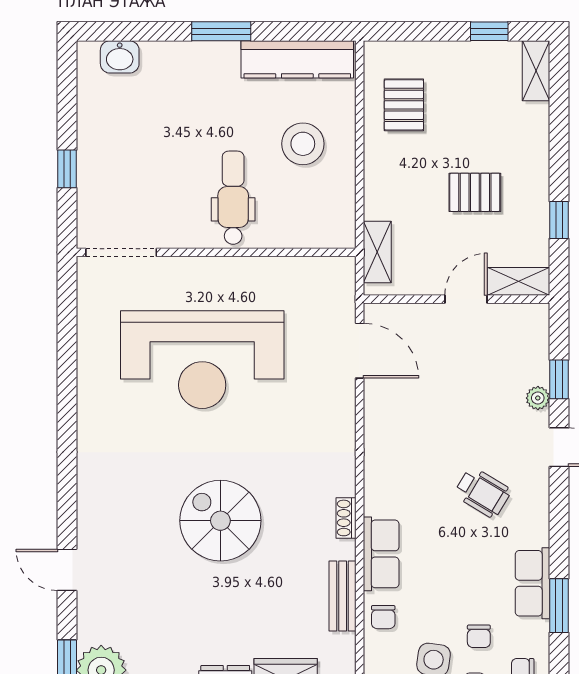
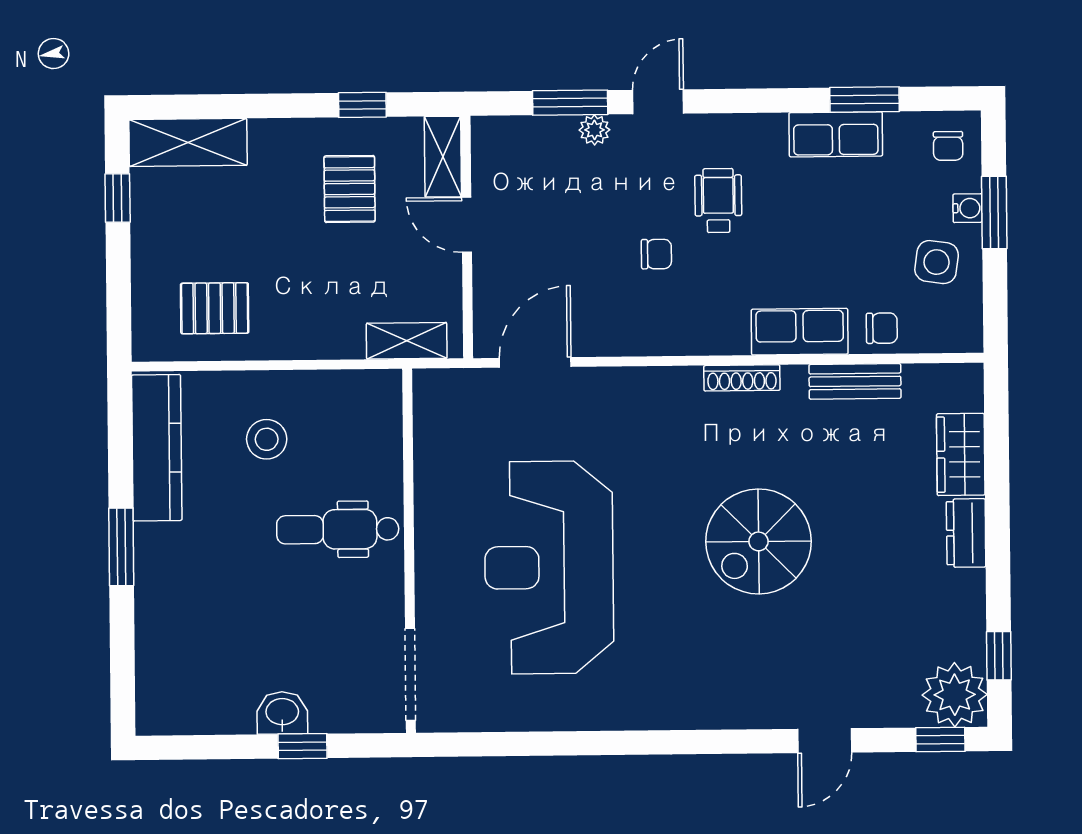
washbasin: (120, 57) -> (282, 713), moved, turned -90
shelving: (536, 71) -> (188, 142), width x1.50, depth x1.33
stool: (303, 144) -> (267, 439), width x0.73, depth x0.73
pallet: (475, 192) -> (350, 189), moved
reception desk: (202, 360) -> (549, 567), turned 180
window: (559, 379) -> (570, 103), width x1.50
wheelchair: (483, 493) -> (718, 201), turned -31
shoe rack: (346, 518) -> (742, 378), width x1.43
chair: (479, 636) -> (656, 254), moved

